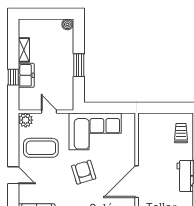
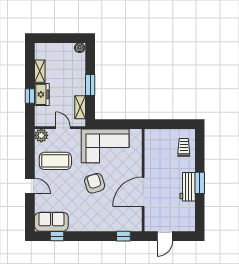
shelving: (68, 89) -> (80, 107), added

